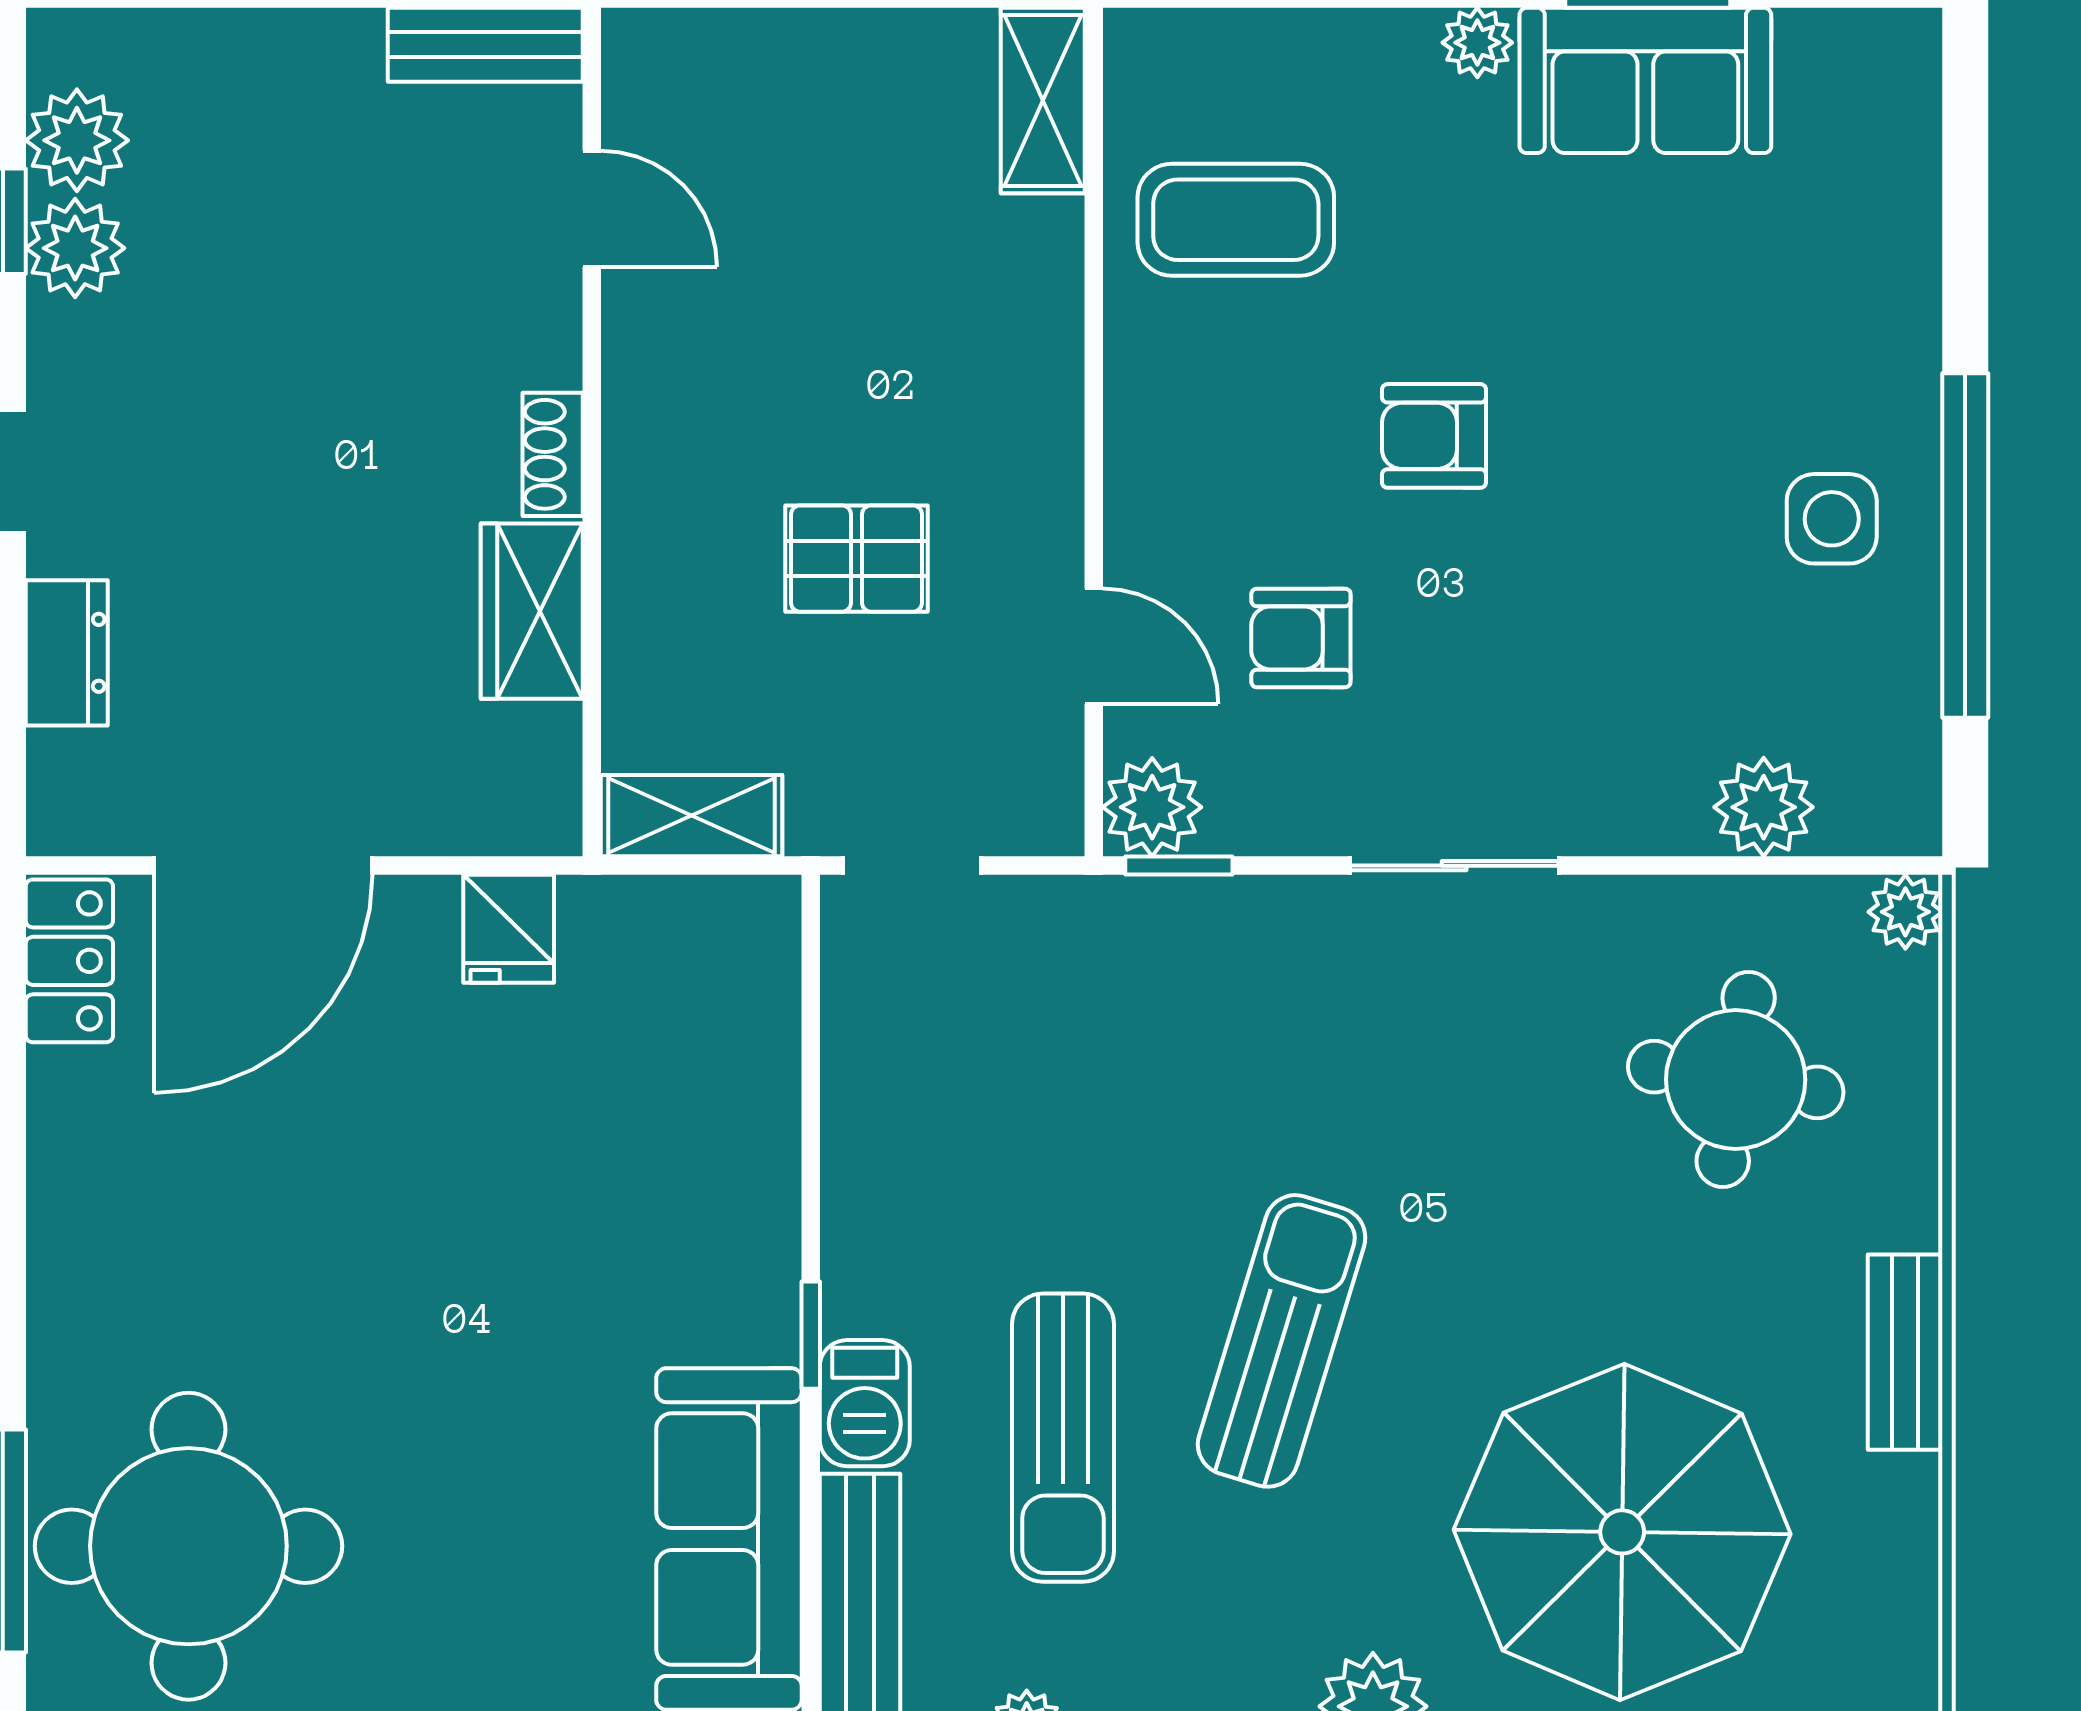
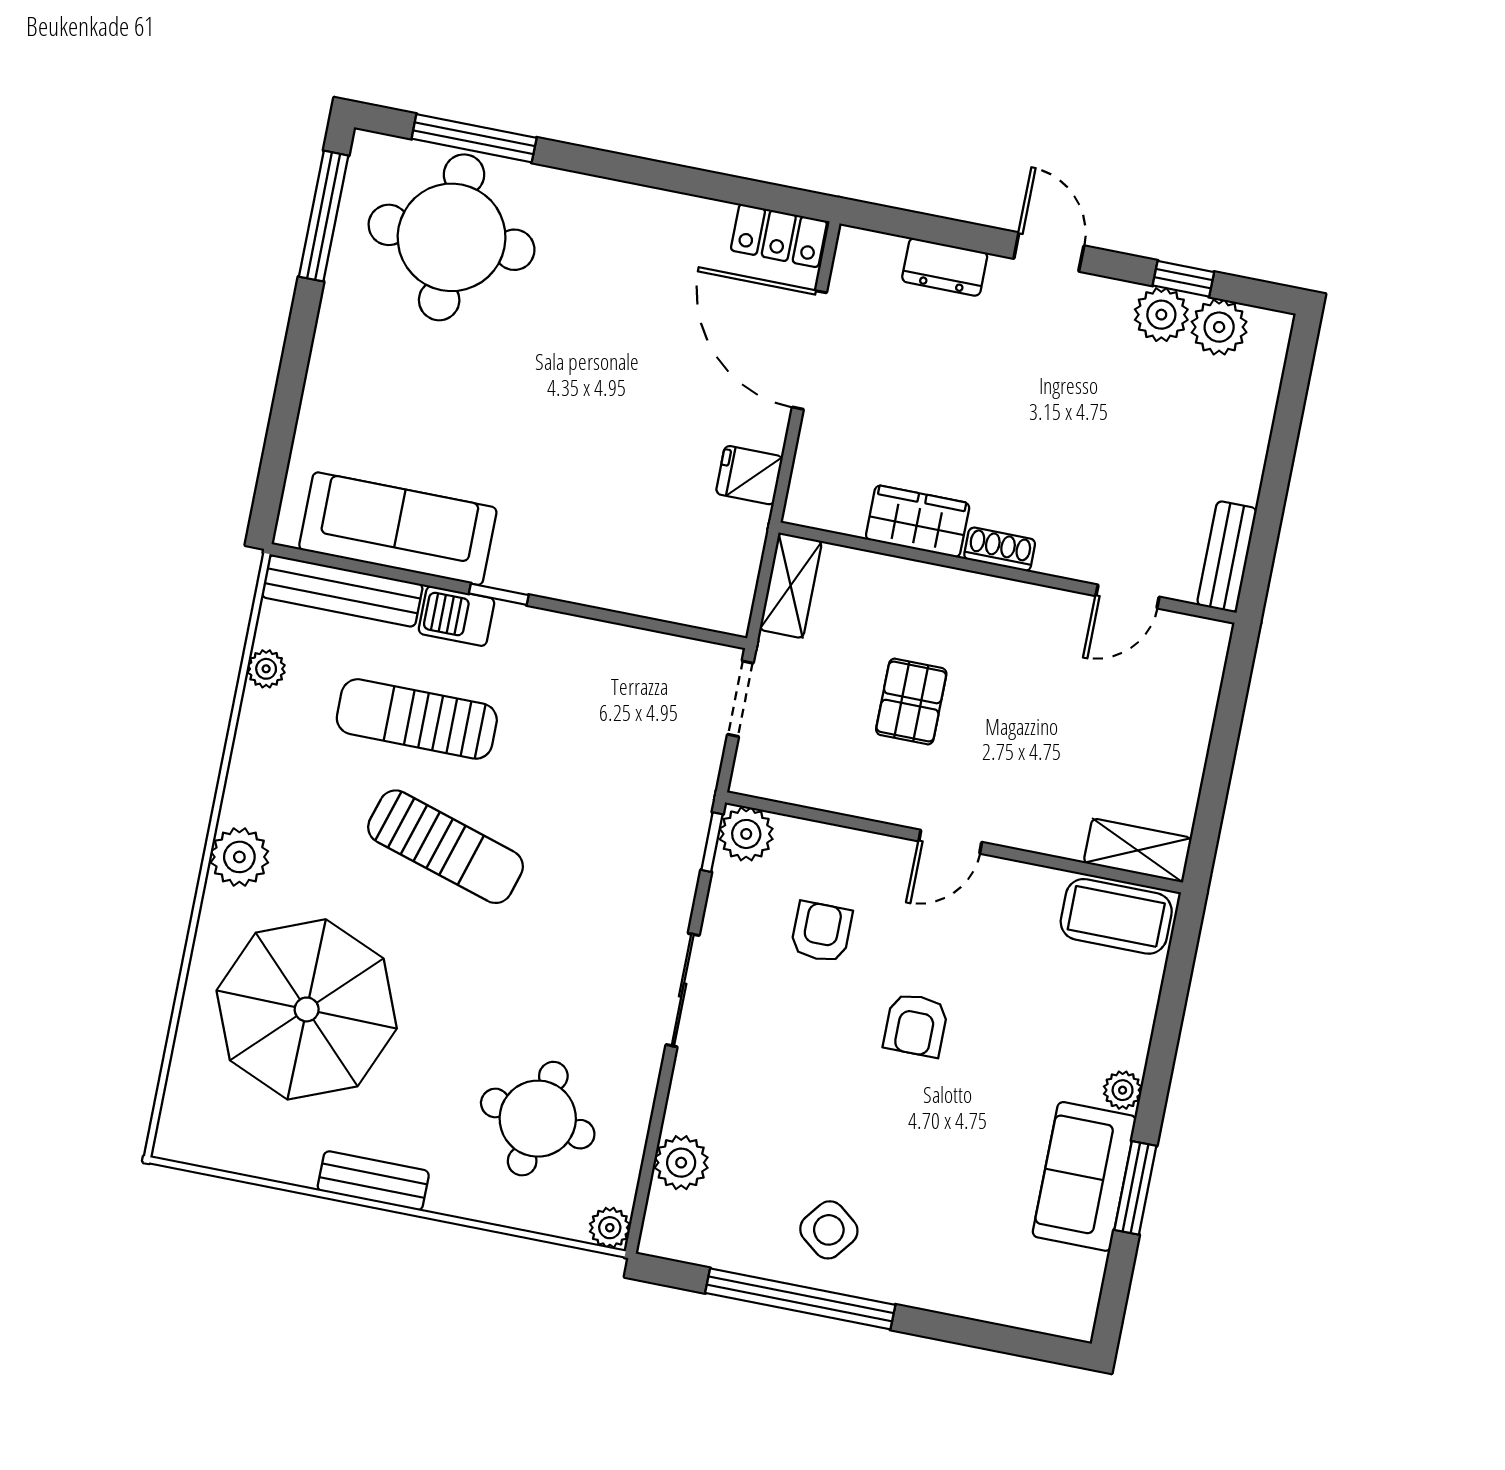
coffee table: (1236, 220) -> (1116, 916), moved, turned 90
armchair: (1434, 436) -> (916, 1025), turned 180
side table: (1832, 519) -> (829, 1230), turned 38
door: (1094, 646) -> (950, 842), moved

